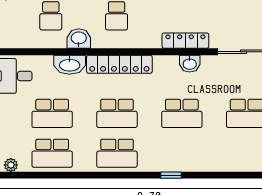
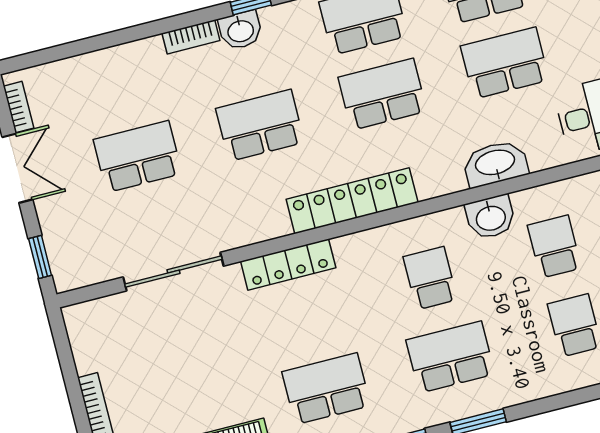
locker: (119, 64) -> (352, 201), moved
washbasin: (190, 64) -> (240, 30), moved, turned 180
bookcase: (205, 166) -> (191, 37), added

